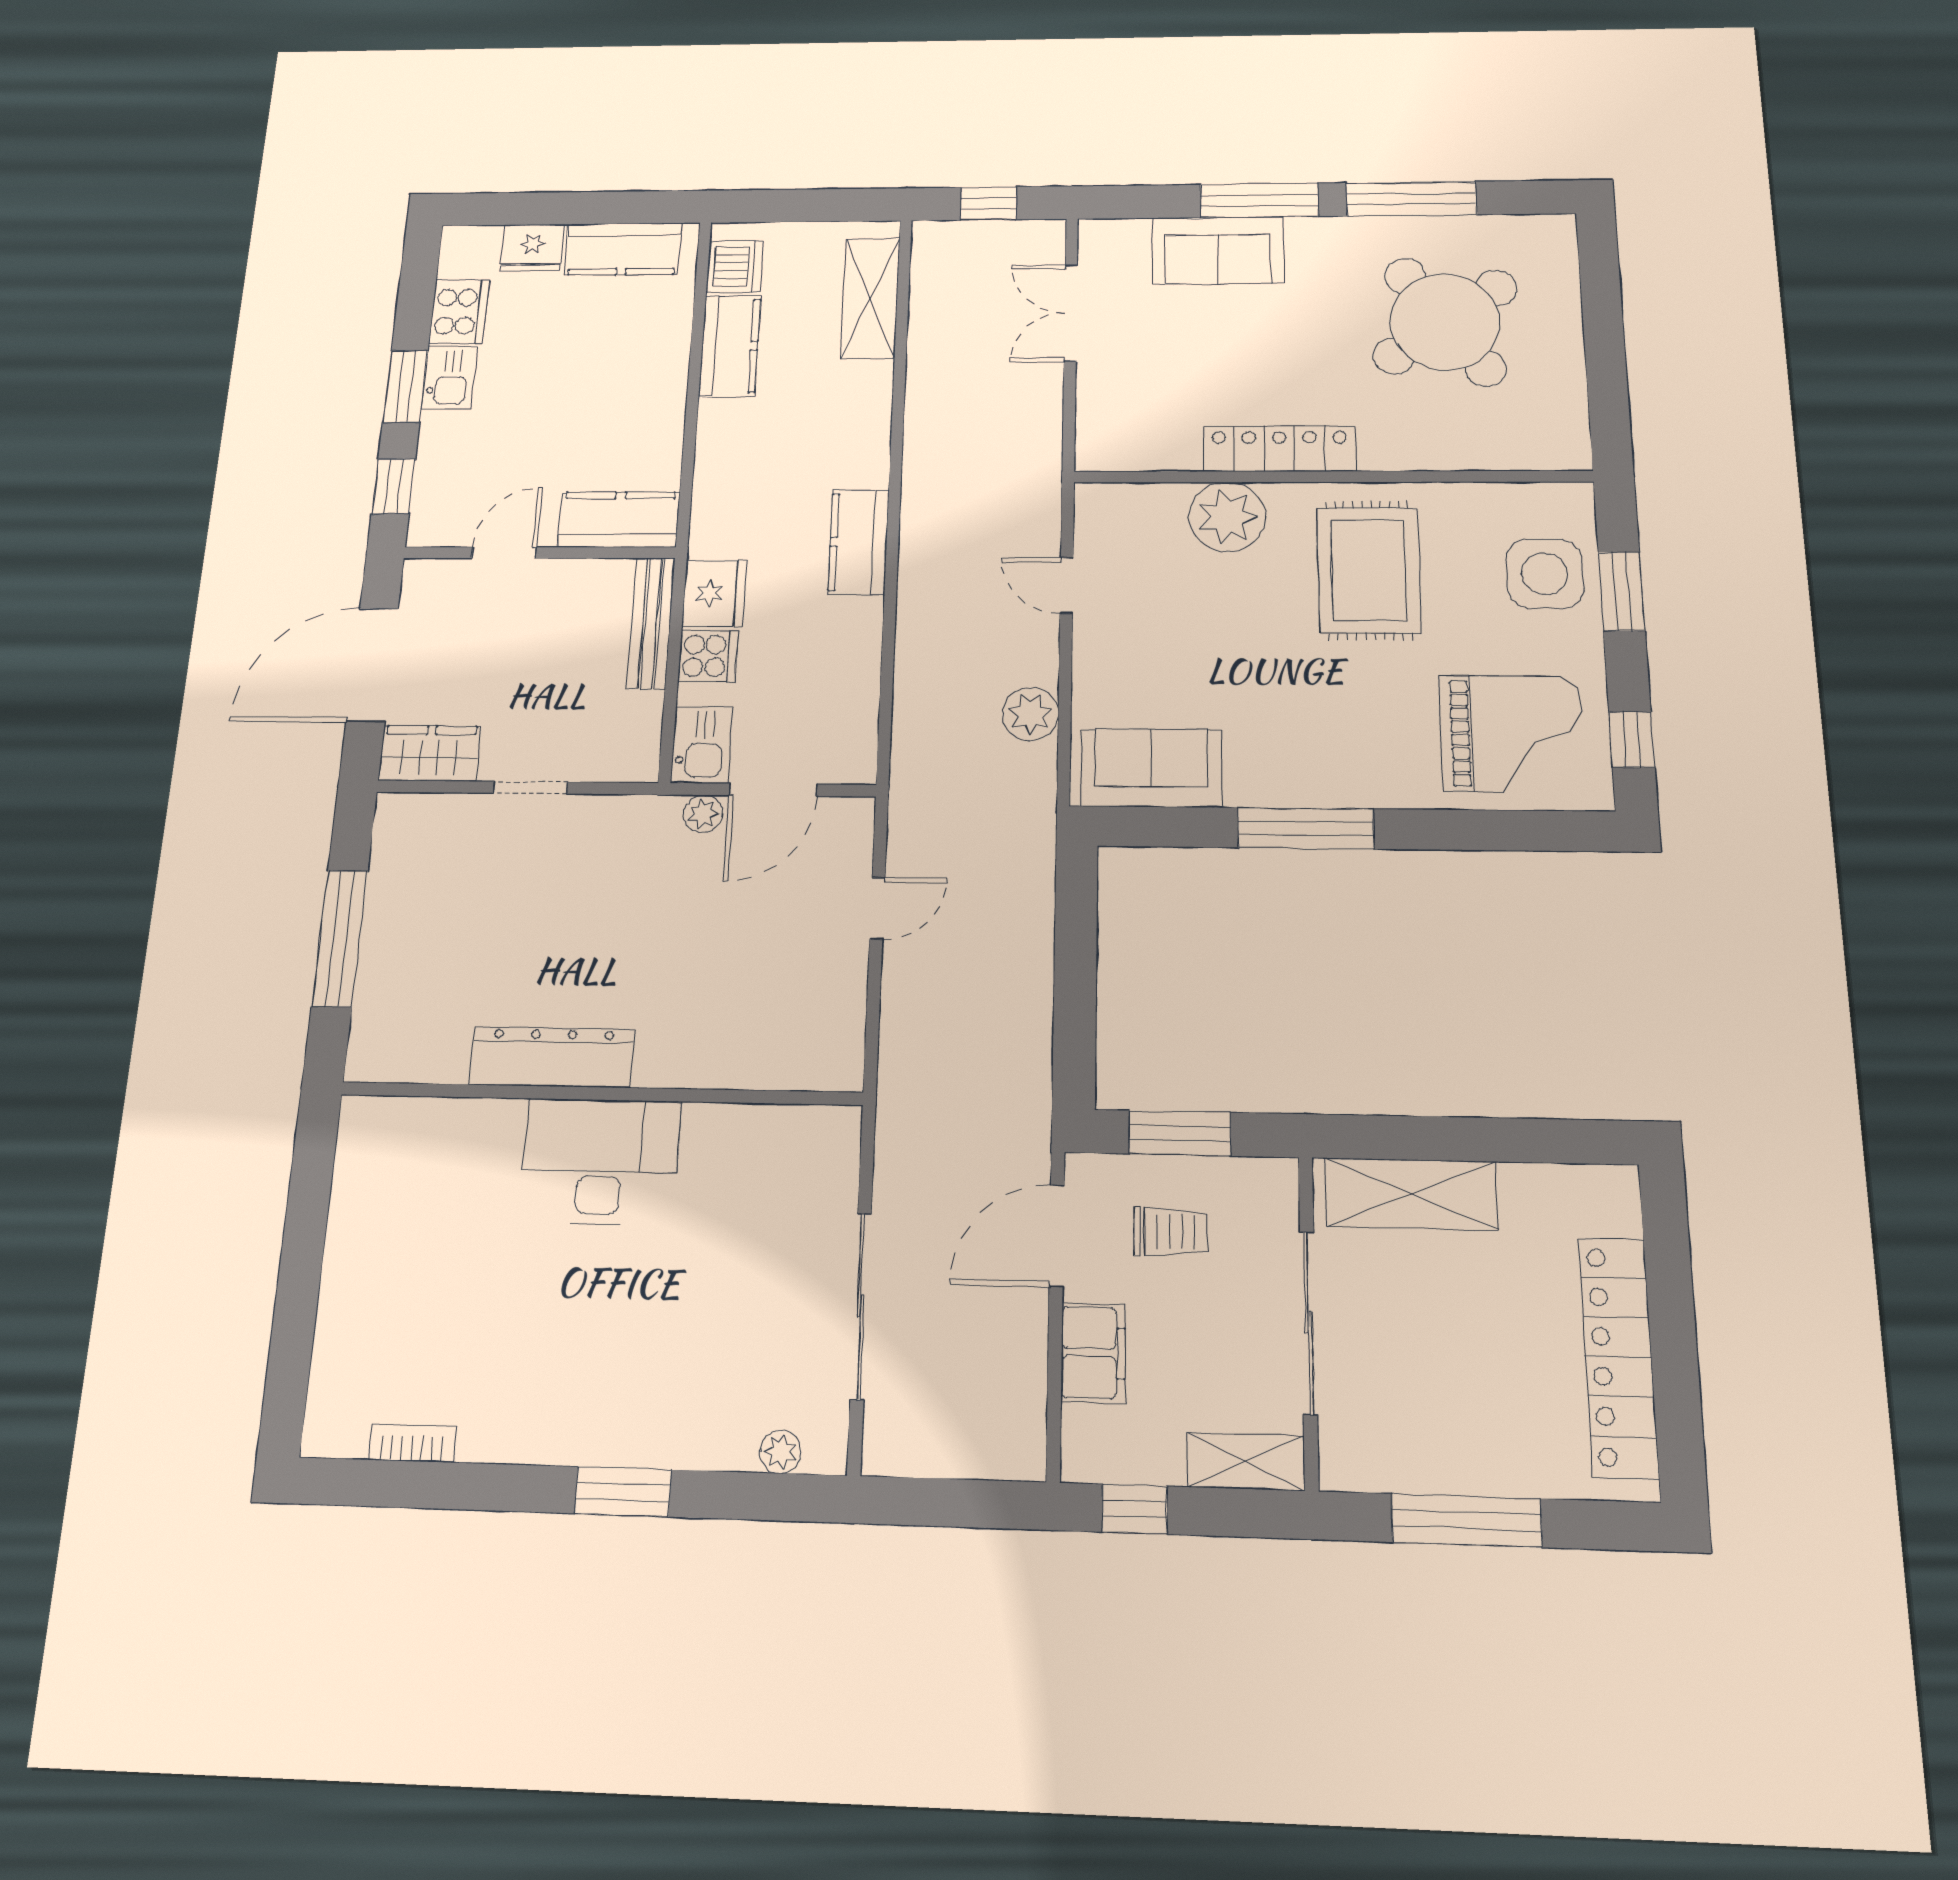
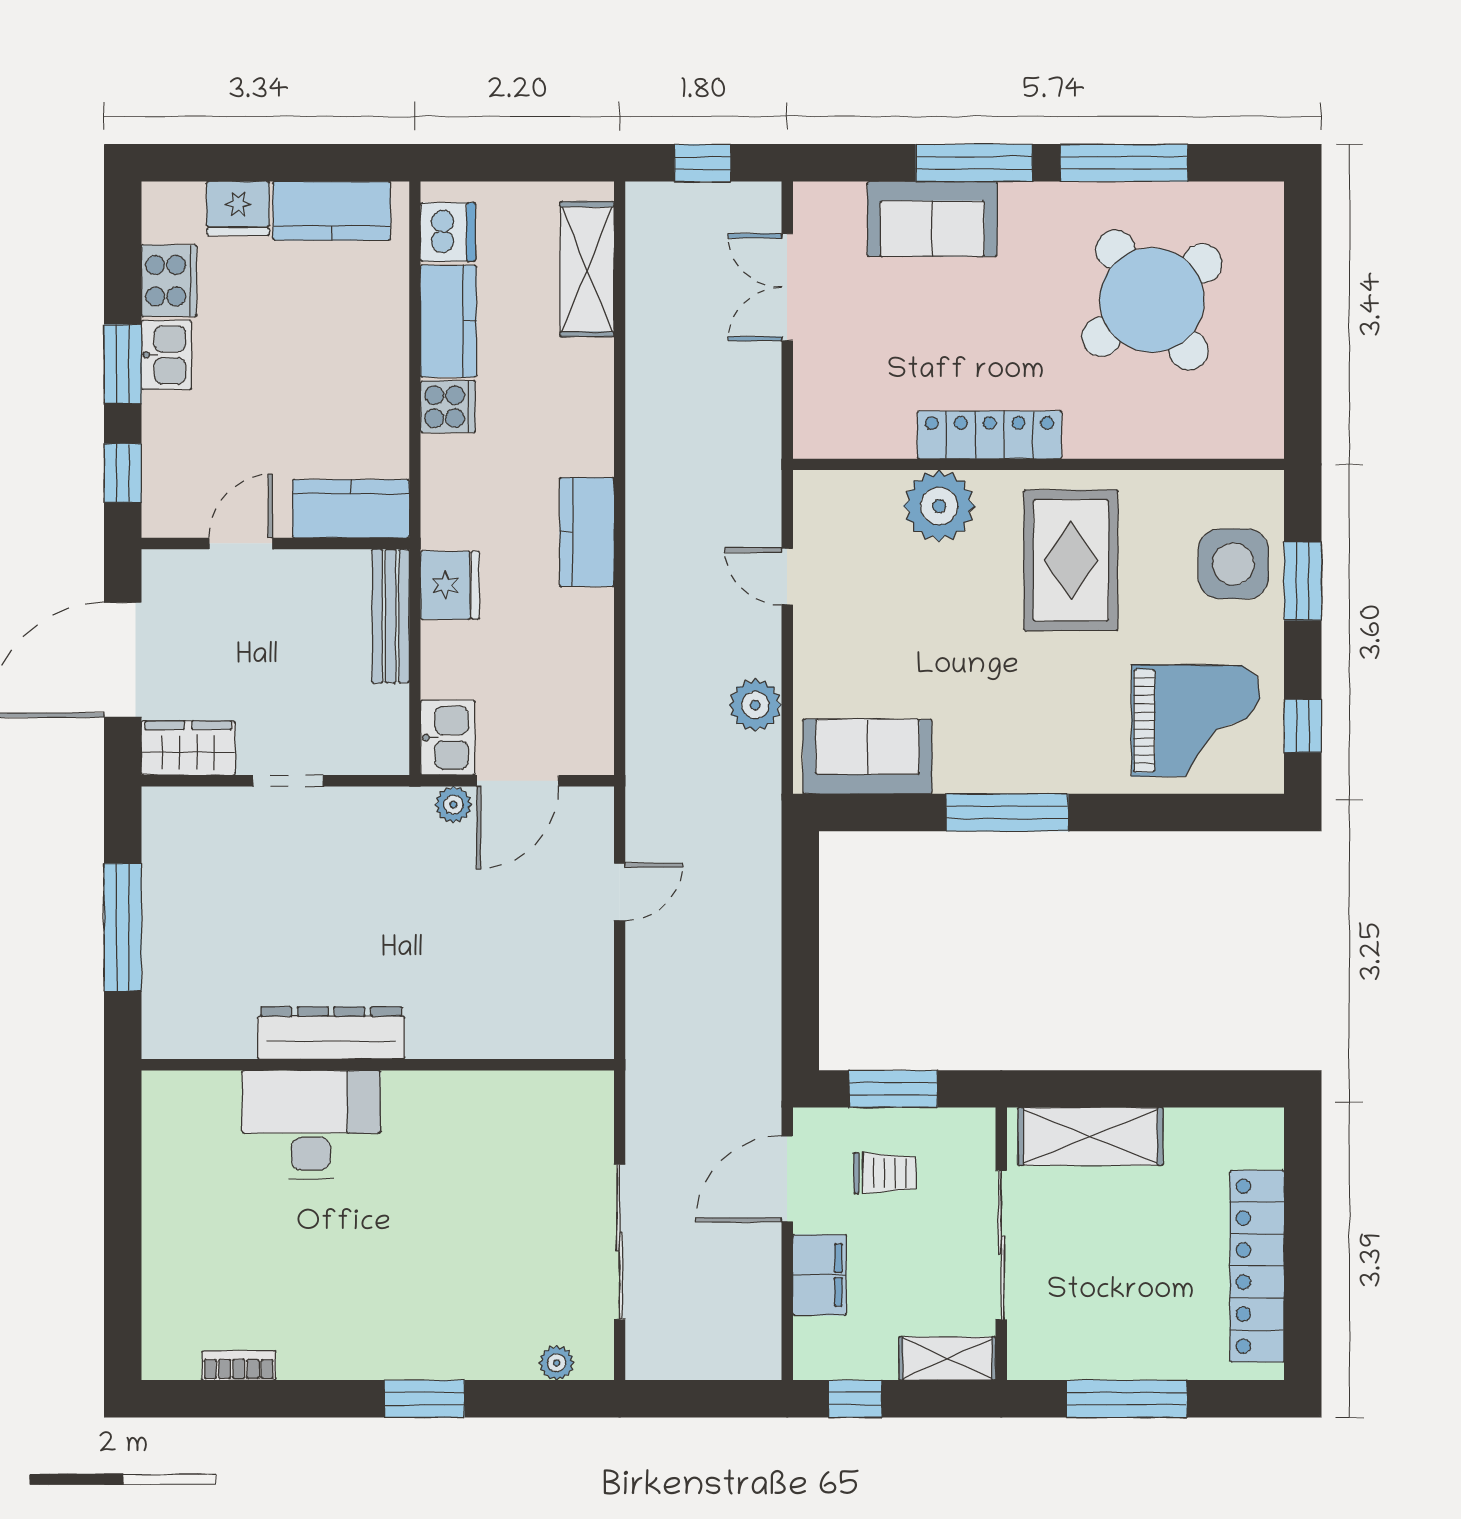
cooker: (708, 656) -> (448, 407), moved
desk: (600, 1162) -> (311, 1124), moved

